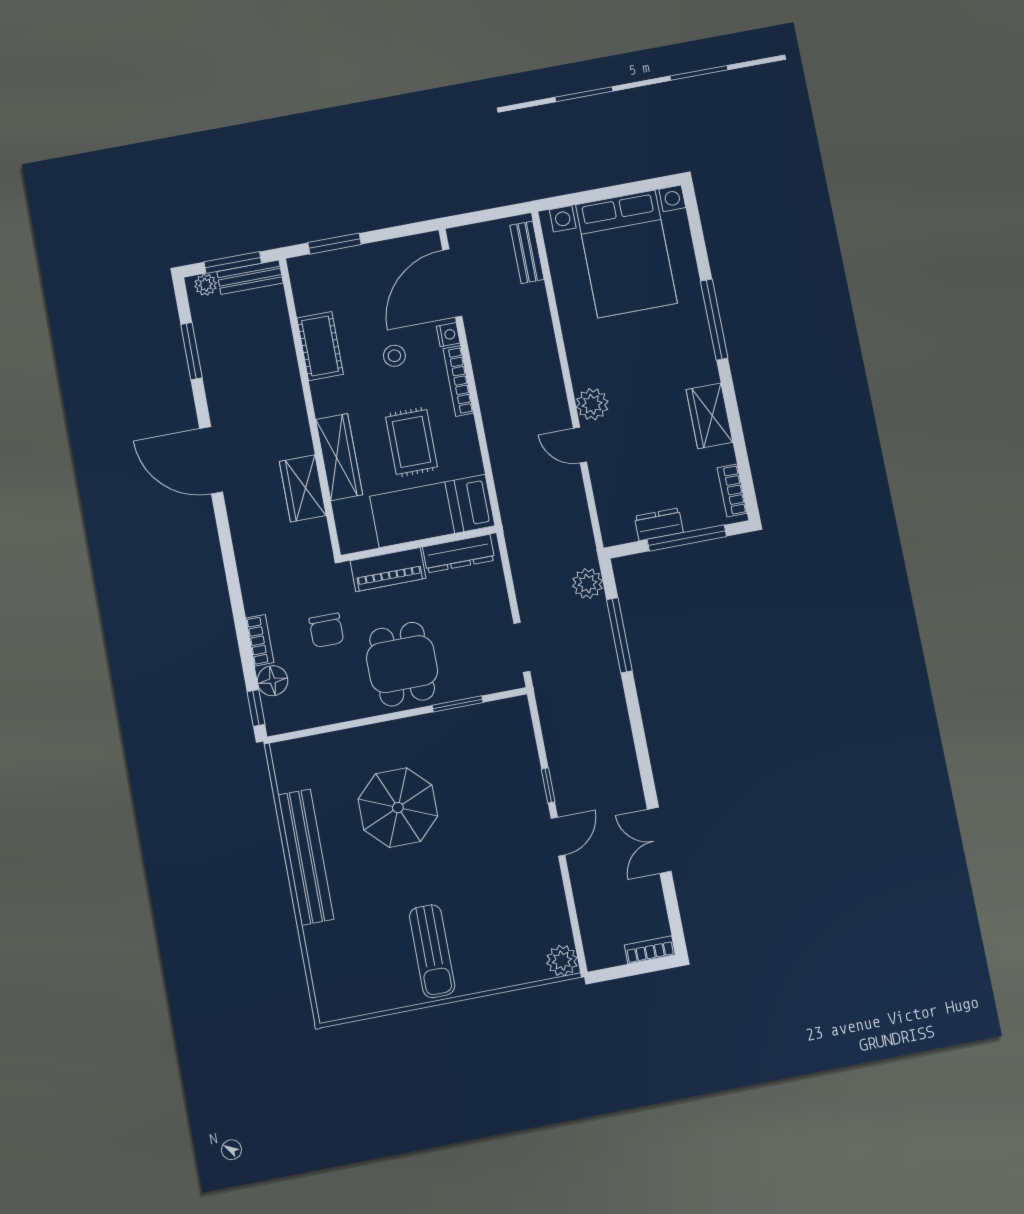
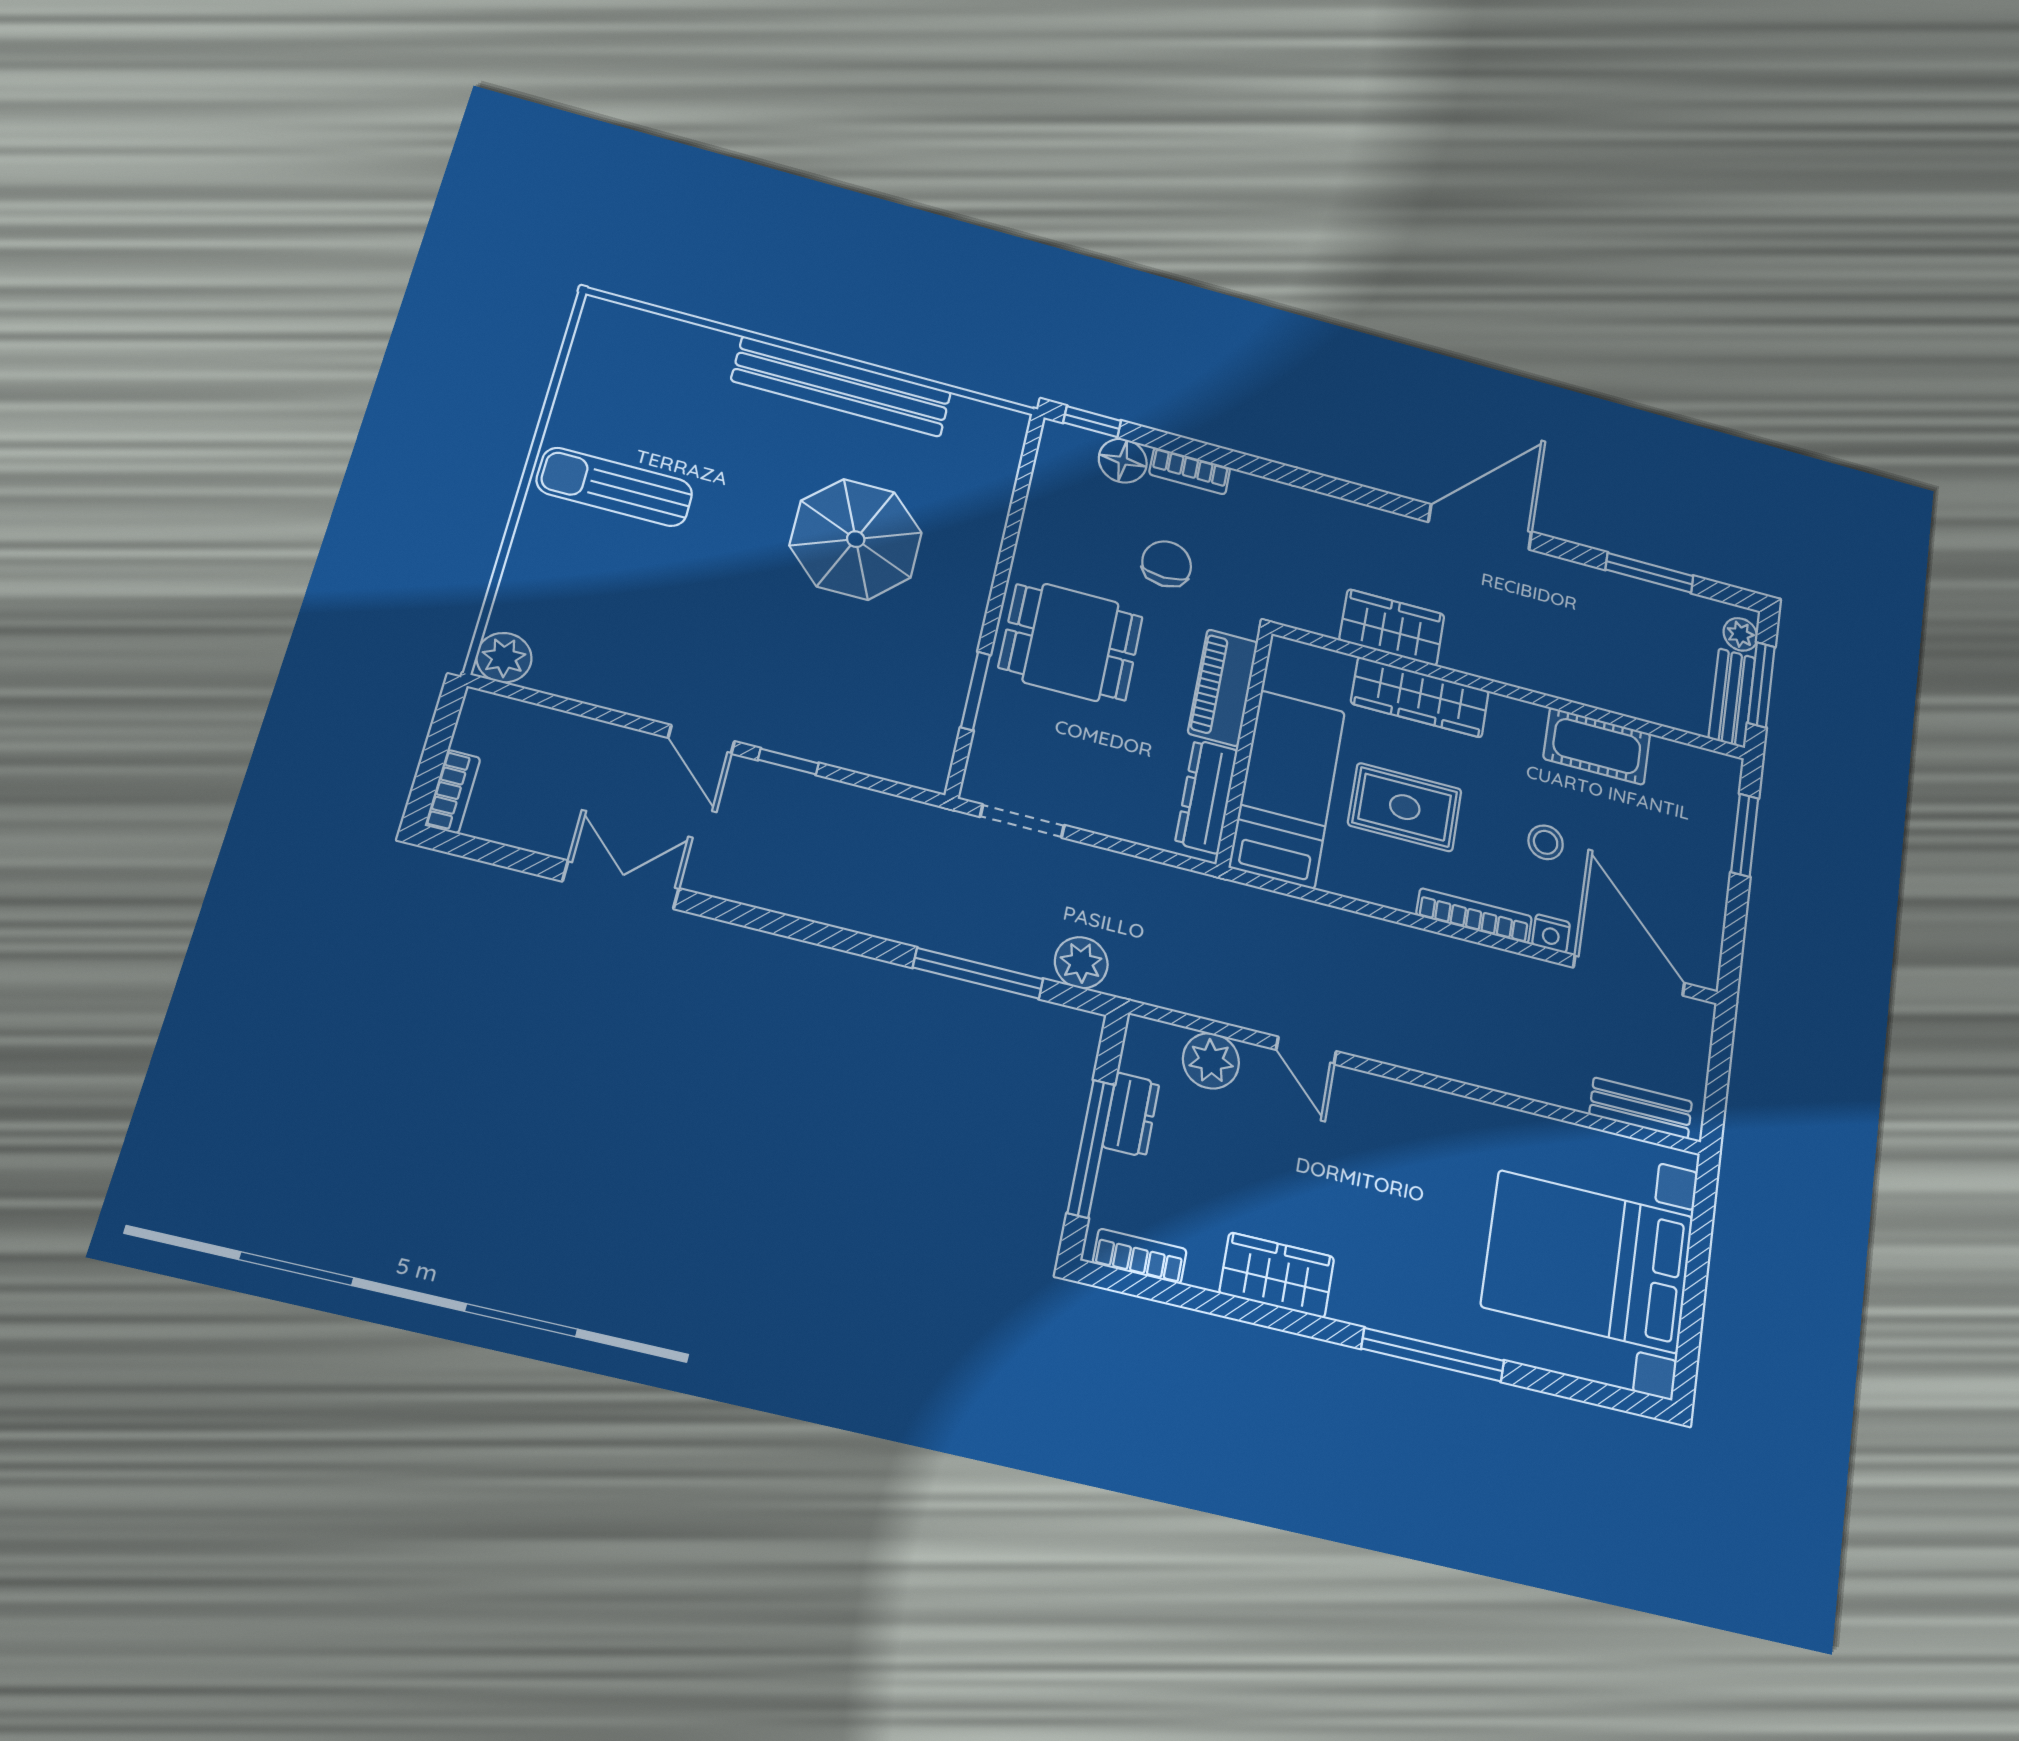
plant: (592, 404) -> (1211, 1061), moved
door: (580, 445) -> (1306, 1050), swing flipped
chair: (326, 630) -> (1167, 564), turned 90

